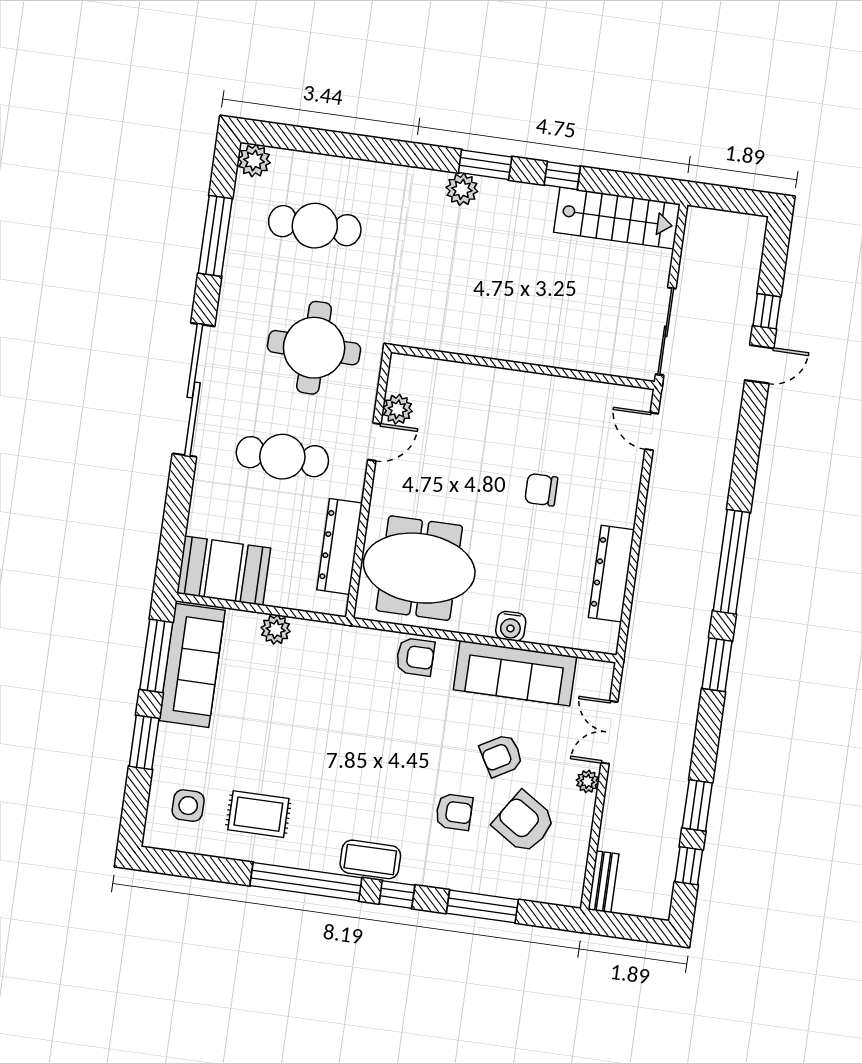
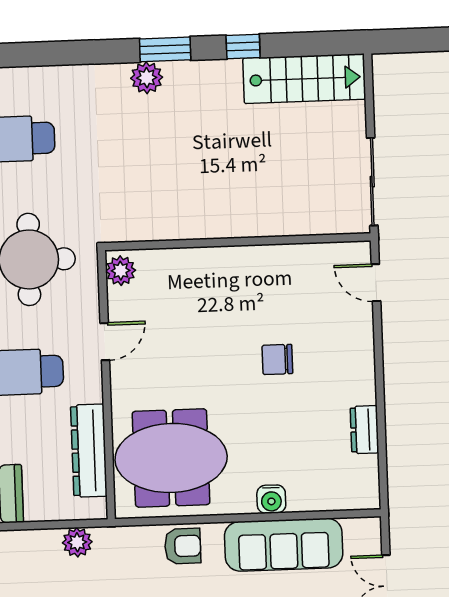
plant: (398, 409) -> (121, 271), moved
dresser: (611, 574) -> (364, 430), width x0.51, depth x0.80
plant: (276, 629) -> (77, 542), moved

